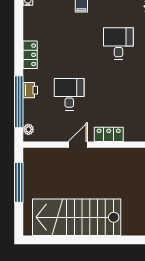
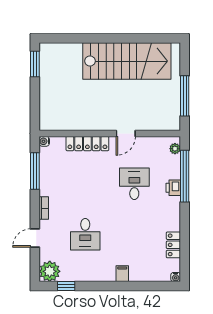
locker: (30, 55) -> (173, 245), moved
desk: (69, 94) -> (134, 184), turned 180
locker: (109, 134) -> (87, 144), width x1.53

